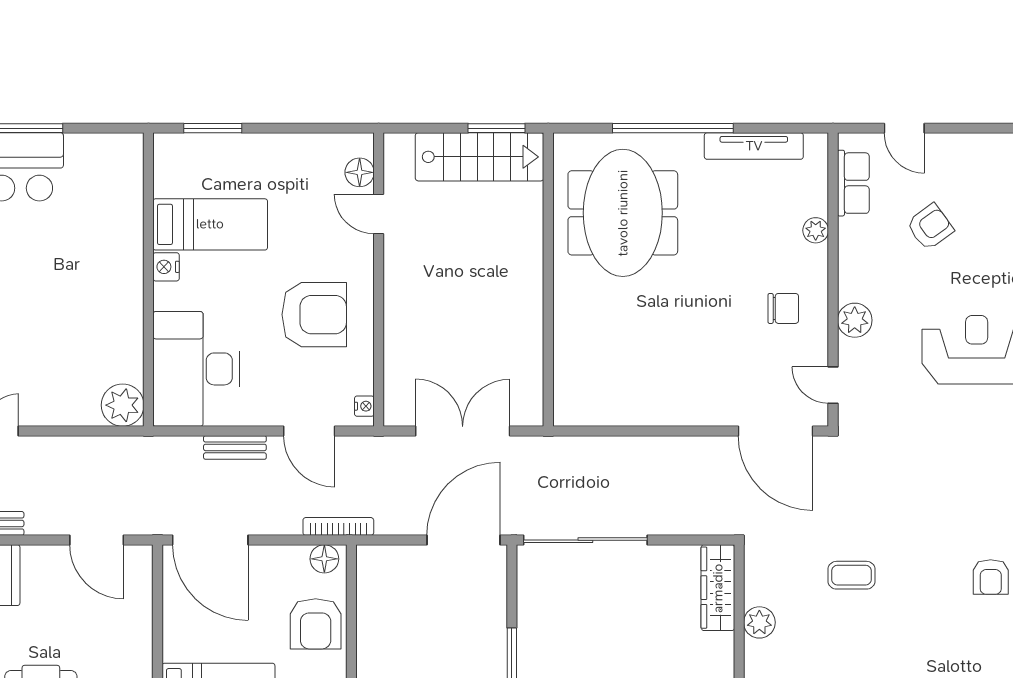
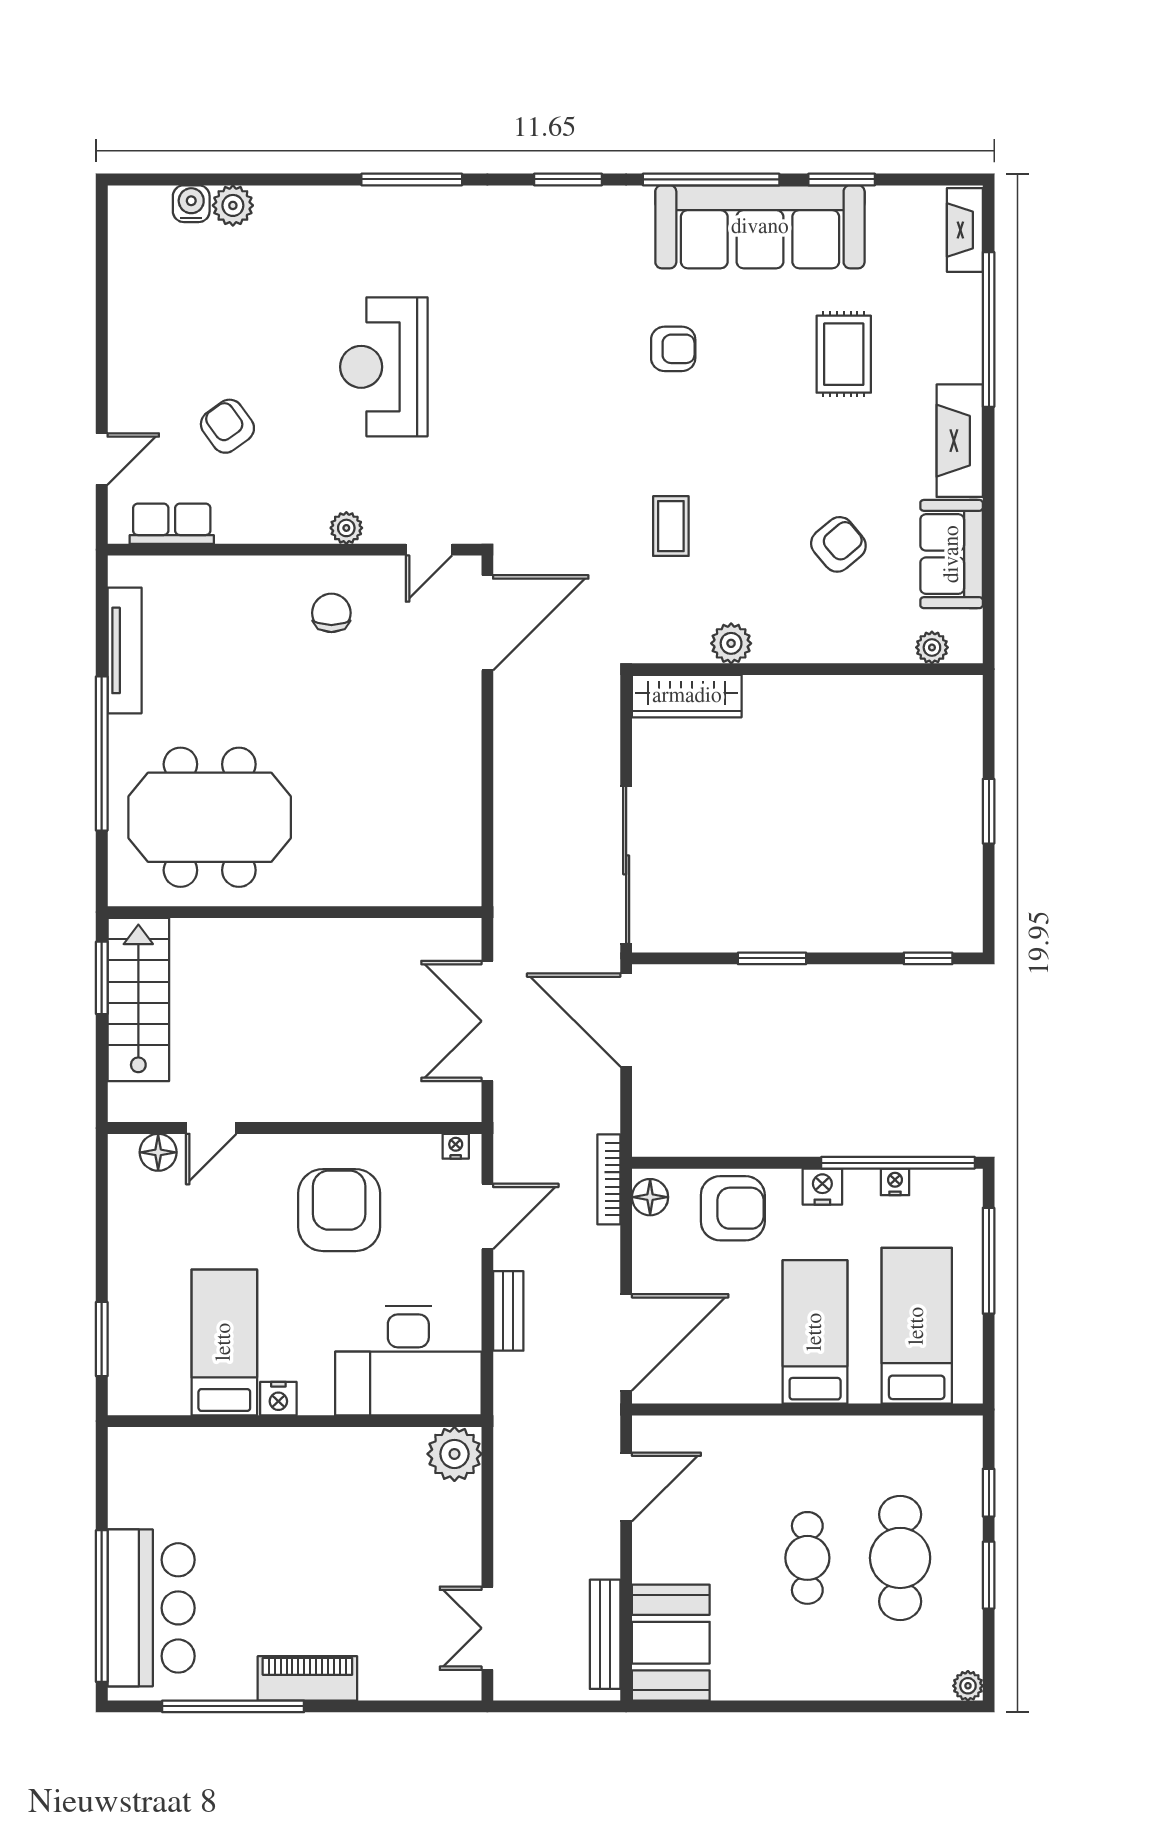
plant: (816, 230) -> (232, 572), removed
plant: (855, 320) -> (346, 528), width x0.73, depth x0.73

